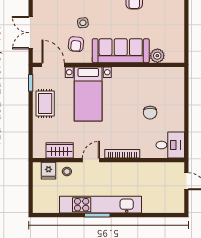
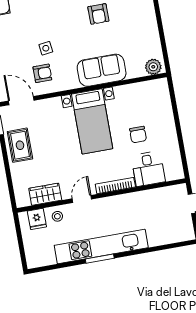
armchair: (76, 44) -> (42, 73), turned -96
sofa: (121, 51) -> (102, 70), width x0.73
plant: (157, 56) -> (153, 67), moved
bed with nightstands: (88, 94) -> (92, 121), moved
desk: (170, 145) -> (148, 169), moved, turned 90

